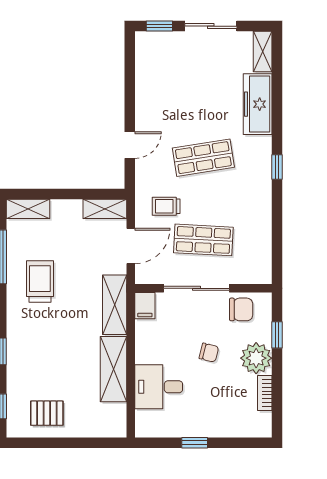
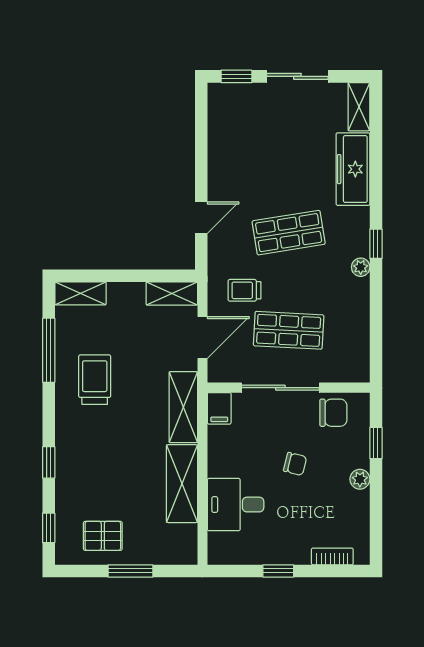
plant: (264, 187) -> (361, 267), added
plant: (256, 358) -> (360, 479), width x0.53, depth x0.53
bookcase: (265, 393) -> (332, 556), moved, turned 90
window: (70, 443) -> (130, 571), added

